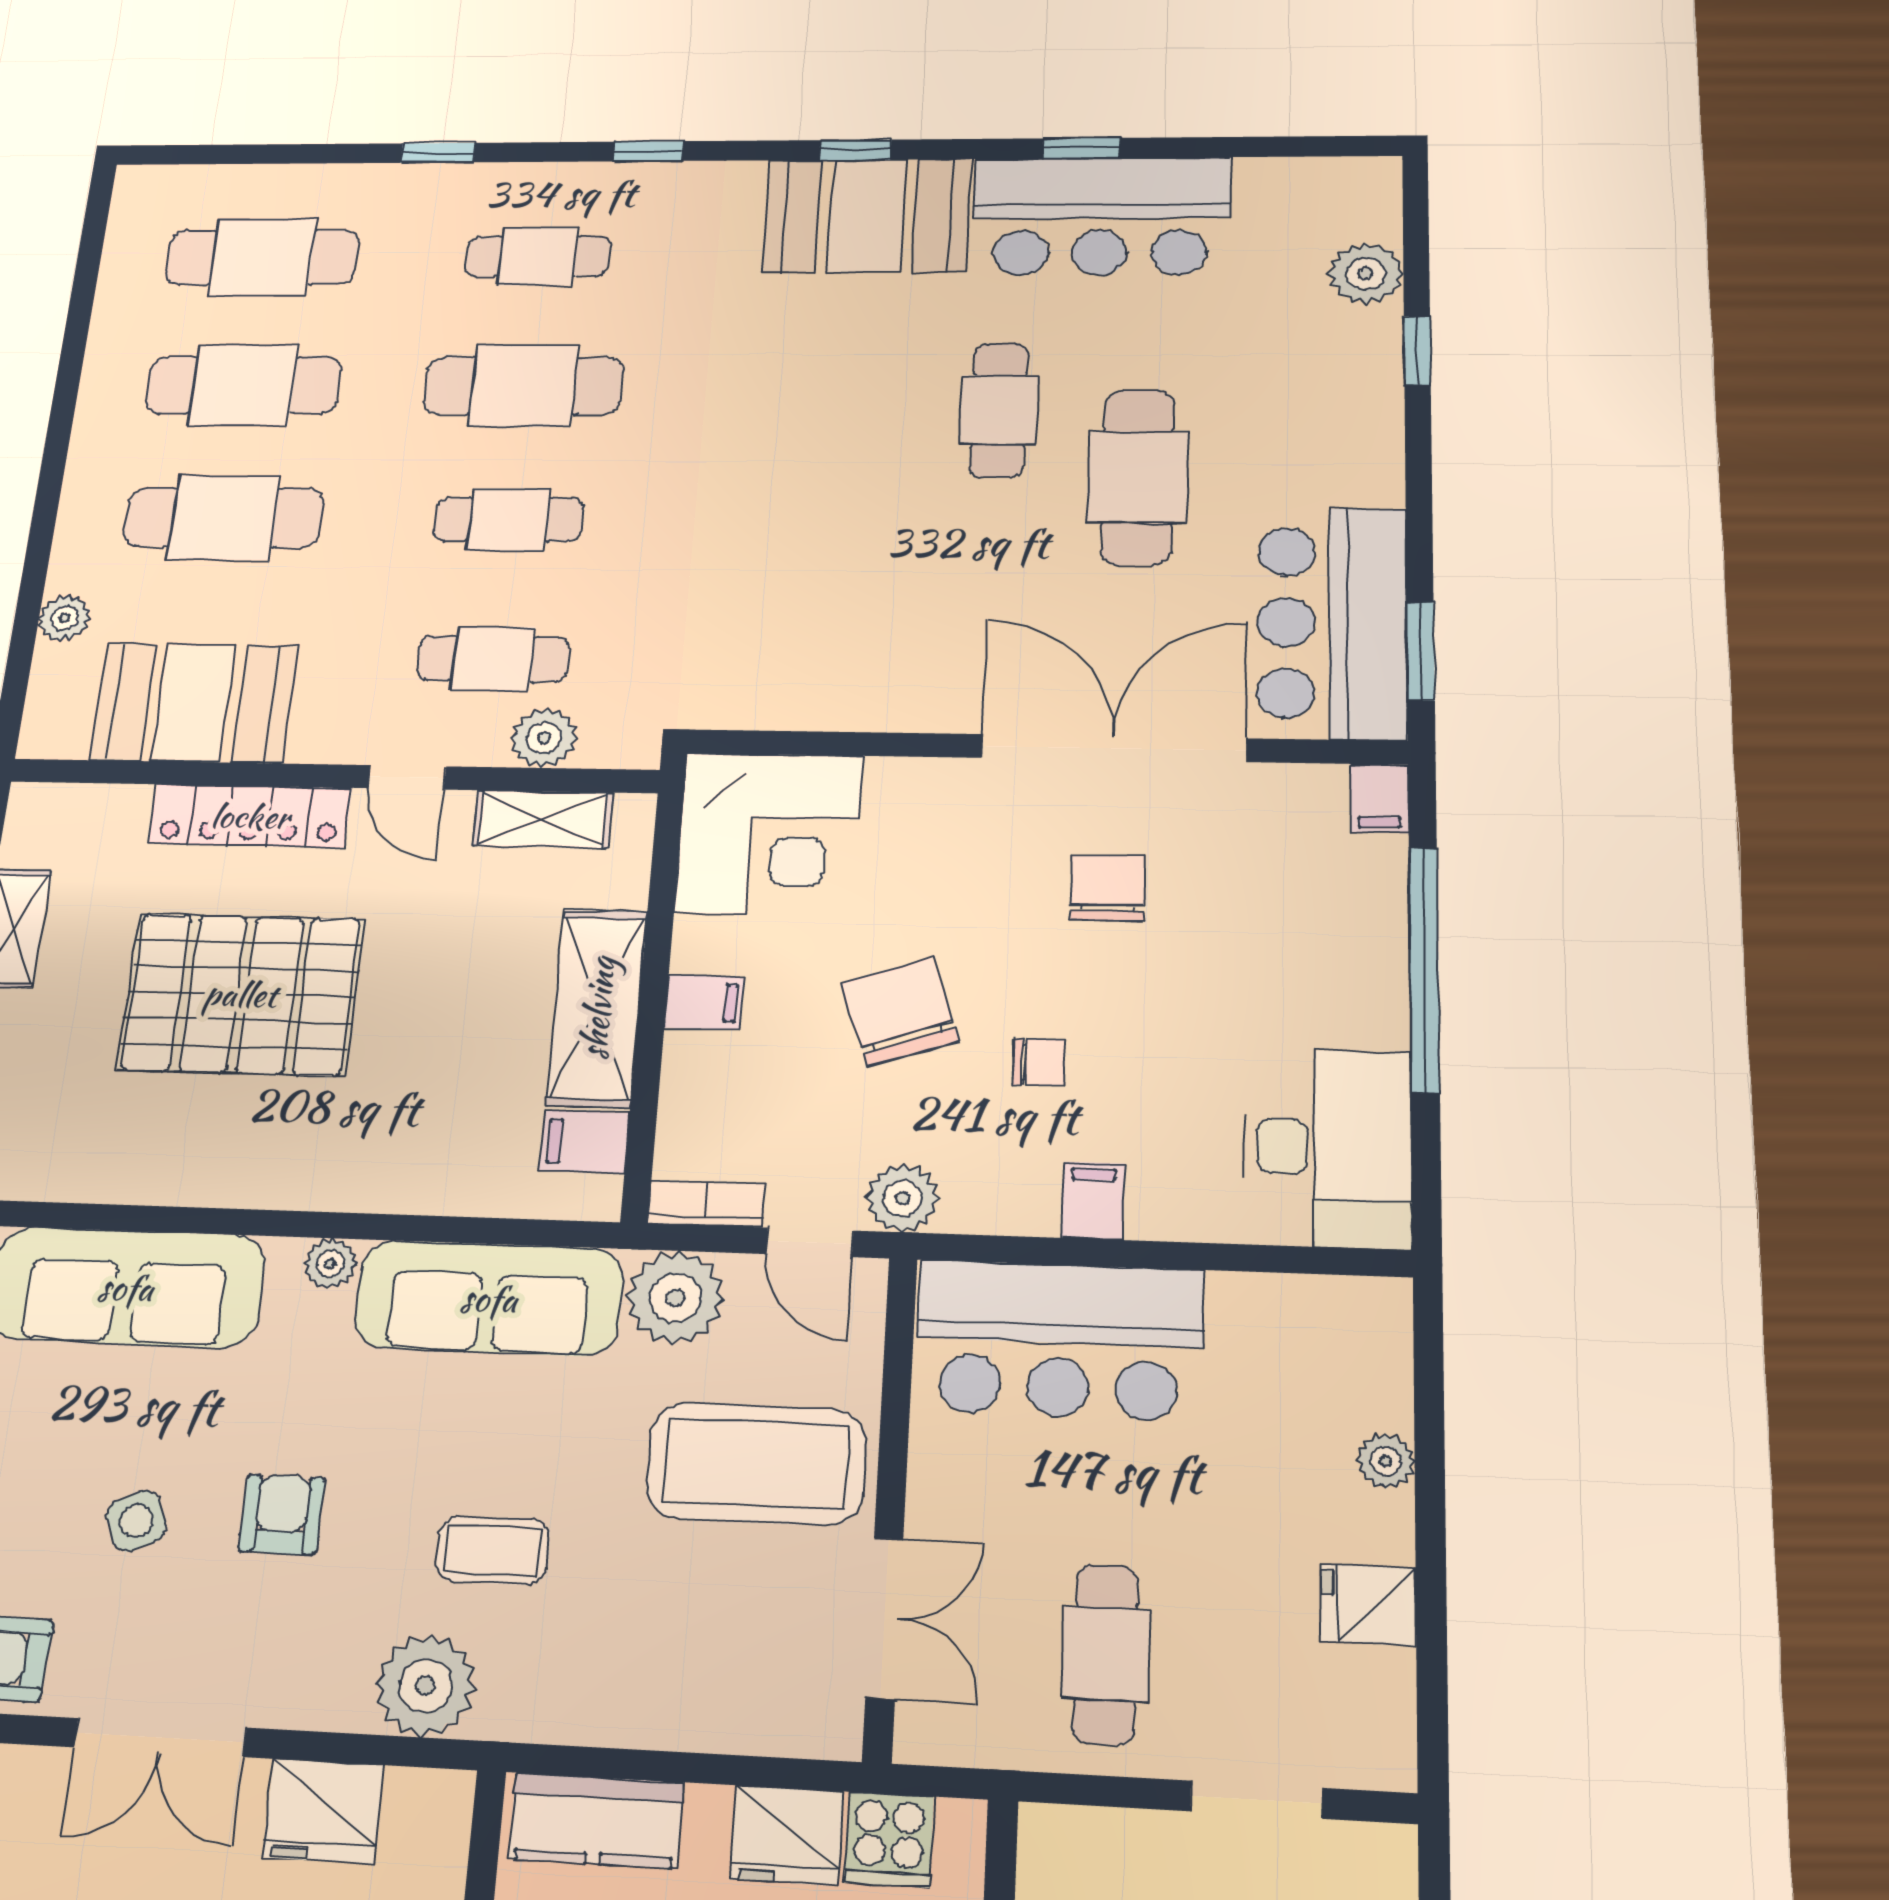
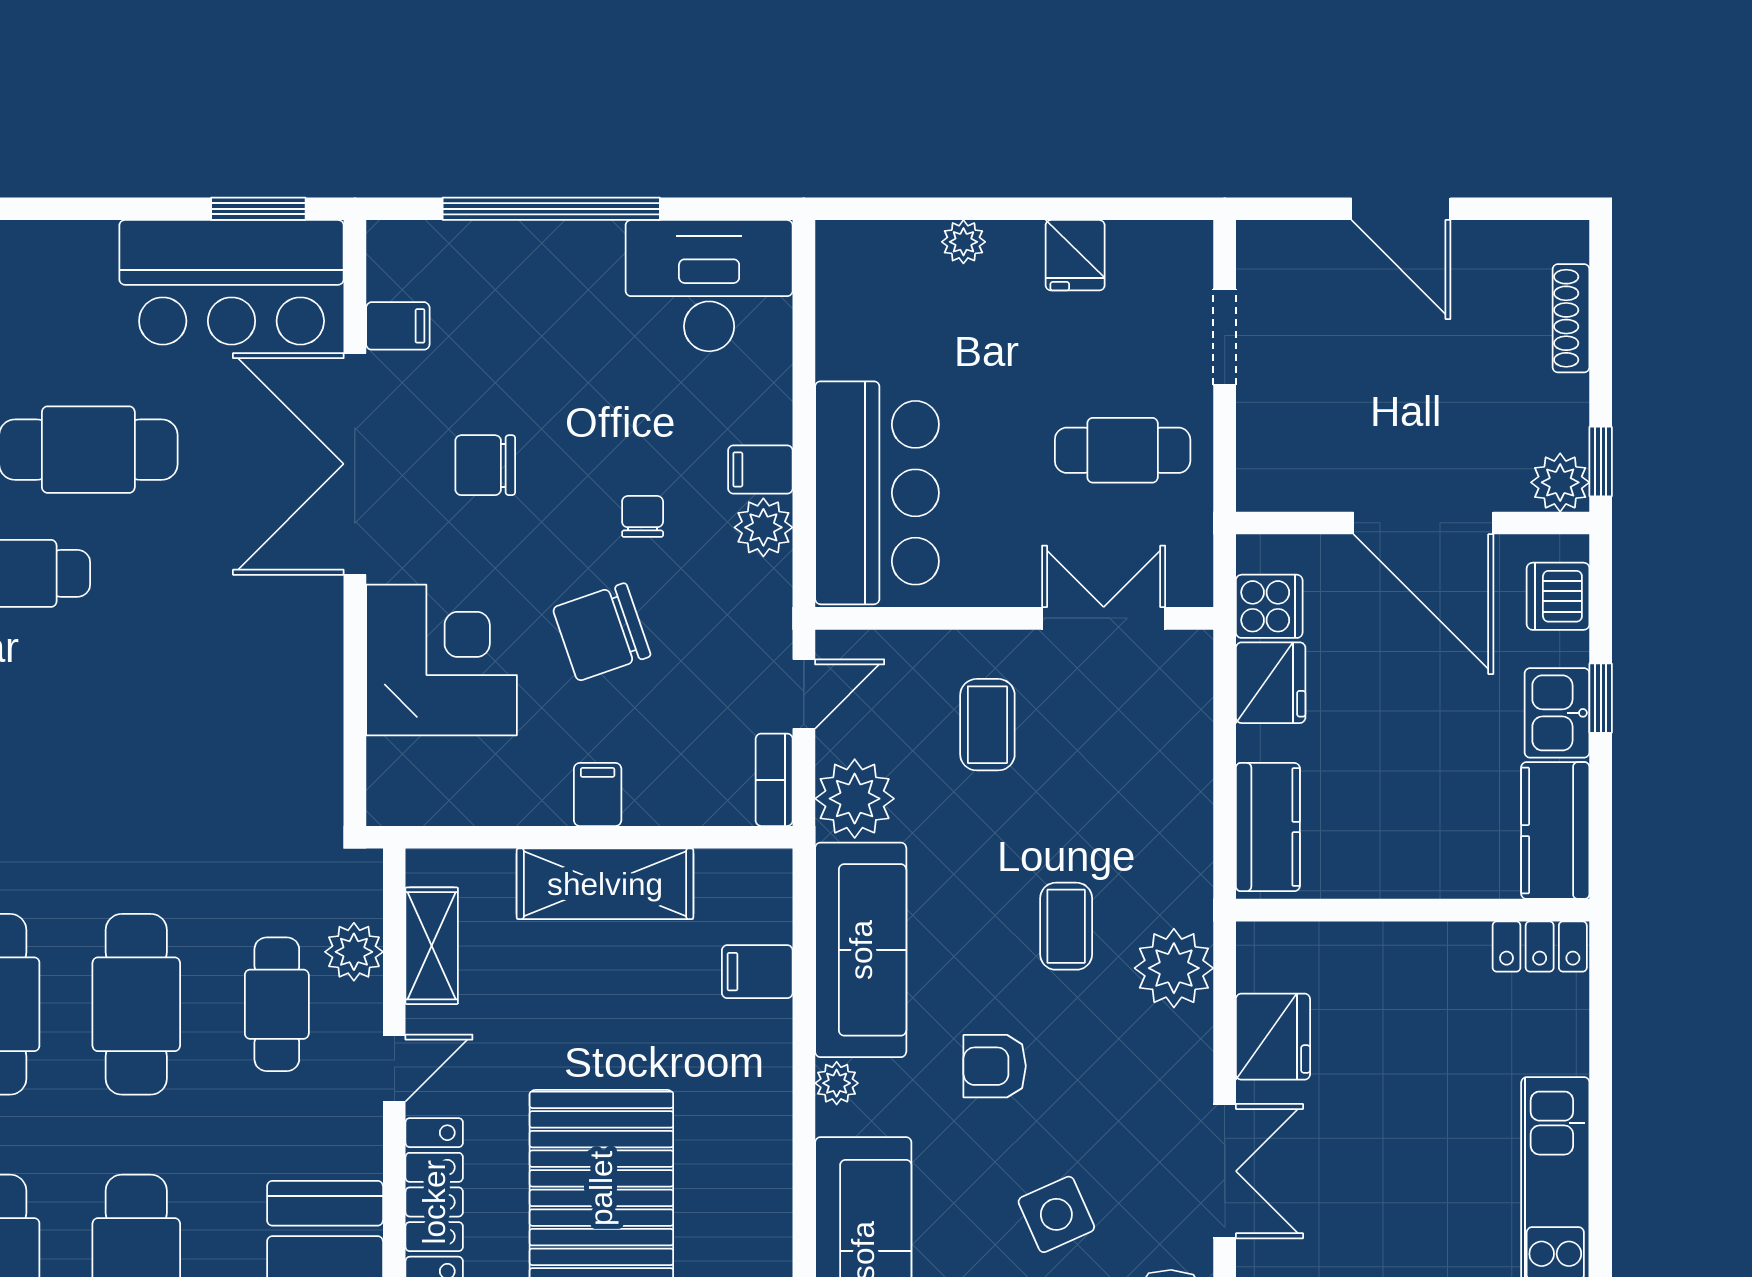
cafe table: (508, 520) -> (136, 1004), width x1.37, depth x1.35
filing cabinet: (1379, 798) -> (398, 326), moved
corner desk: (769, 834) -> (442, 660), moved
filing cabinet: (584, 1142) -> (757, 972), moved, turned 90
plant: (903, 1198) -> (763, 527), moved
coffee table: (756, 1464) -> (987, 725), width x0.54, depth x0.58
armchair: (282, 1514) -> (995, 1066), moved
side table: (136, 1521) -> (1056, 1214), width x1.37, depth x1.37

